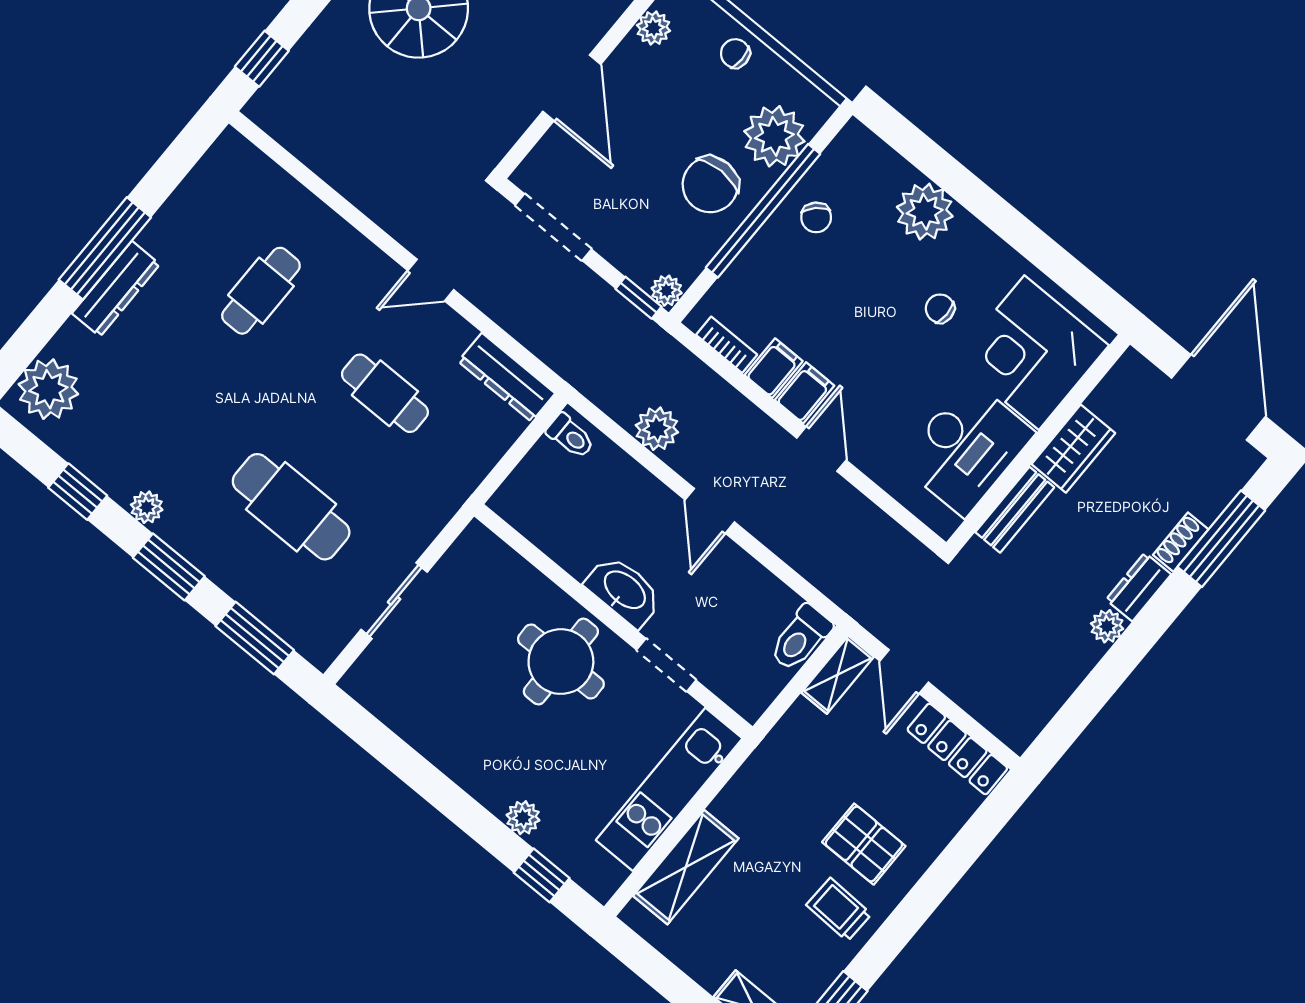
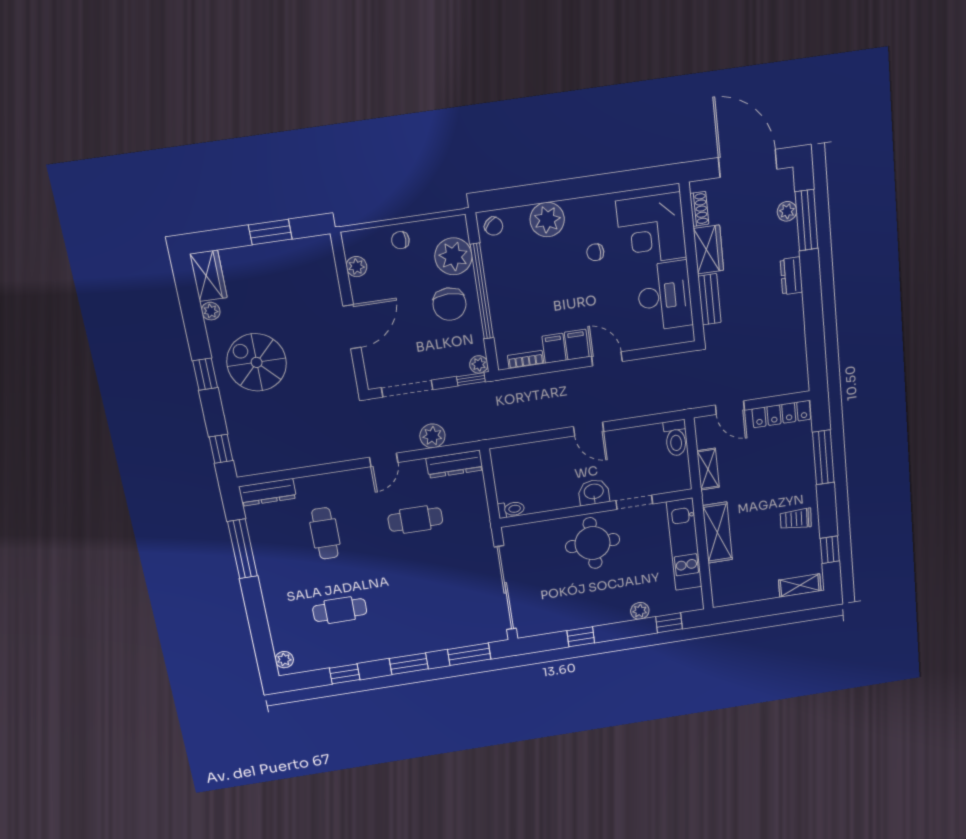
door: (572, 88) -> (352, 327), hinge flipped
chair: (816, 217) -> (494, 226), moved
window: (105, 248) -> (242, 549), moved
dresser: (116, 289) -> (268, 492), moved, turned 90
plant: (48, 389) -> (284, 660), width x0.53, depth x0.53
plant: (657, 429) -> (432, 436), moved
toilet: (570, 436) -> (511, 509), moved
plant: (147, 507) -> (376, 653), removed
cafe table: (291, 507) -> (340, 610), moved, width x0.73, depth x0.74
shoe rack: (1181, 542) -> (699, 209), moved, turned 180
washbasin: (624, 591) -> (594, 492), width x0.72
sliding door: (394, 601) -> (505, 588), width x1.86
plant: (1107, 626) -> (787, 211), moved
shelving: (838, 675) -> (708, 469), moved
window: (415, 770) -> (581, 637), added
pallet: (864, 844) -> (781, 486), removed
window: (953, 863) -> (823, 457), added
shelving: (686, 867) -> (717, 533), moved

